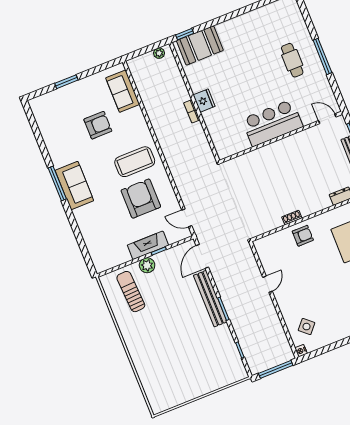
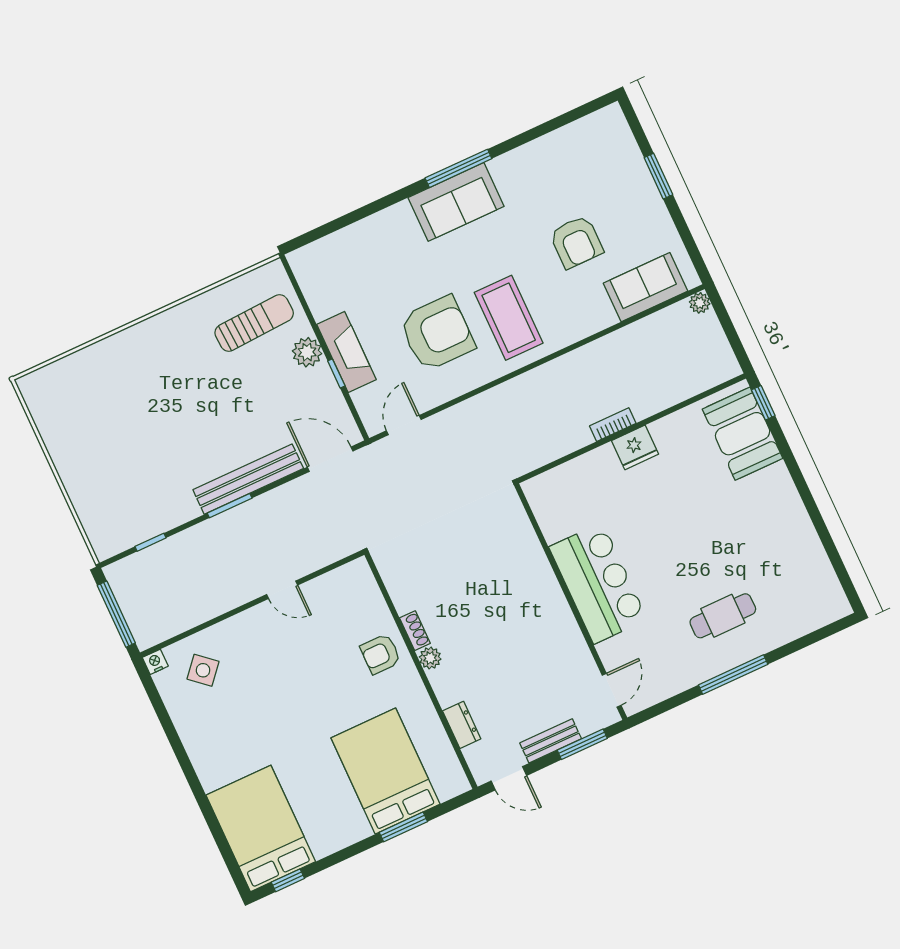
plant: (159, 53) -> (700, 303), moved
plant: (306, 210) -> (430, 658), added
armchair: (303, 236) -> (380, 654), turned 90

